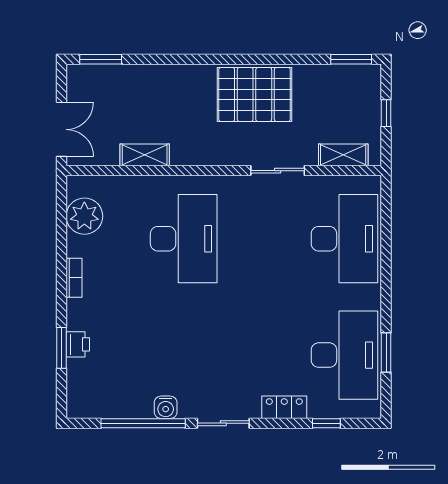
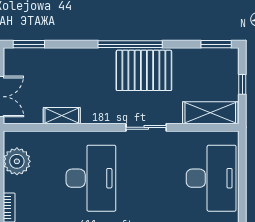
window: (236, 59) -> (130, 44), added
shelving: (343, 155) -> (210, 113), width x1.50, depth x1.33
sliding door: (278, 171) -> (146, 127), moved

